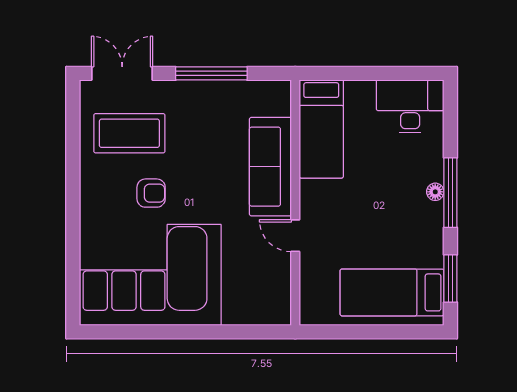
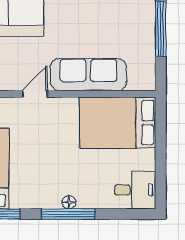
desk: (410, 106) -> (135, 190), width x0.73
bed: (321, 129) -> (118, 123), width x1.50

